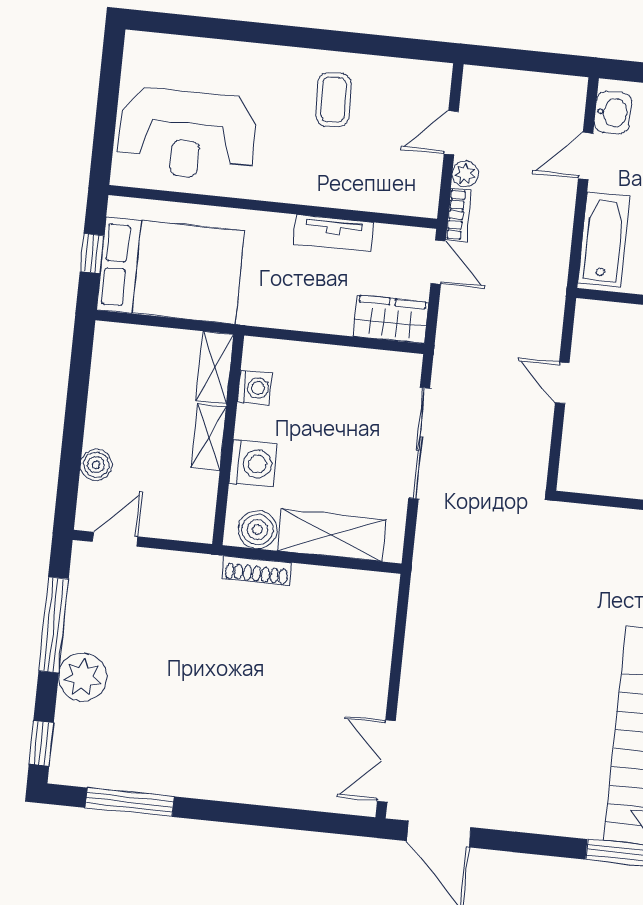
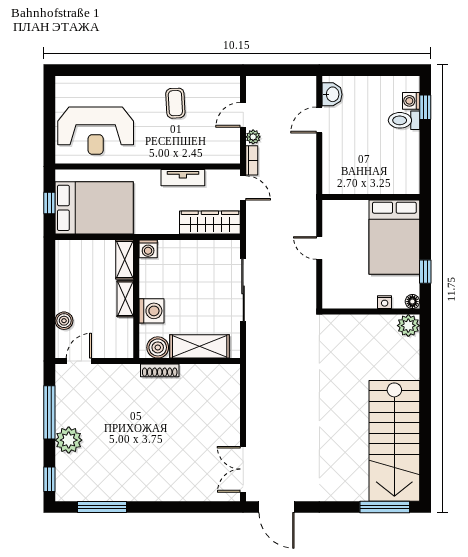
bathtub: (604, 239) -> (334, 166), removed
wardrobe: (391, 319) -> (210, 223), width x1.50
washing machine: (255, 388) -> (148, 249), moved, turned 90

